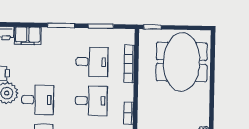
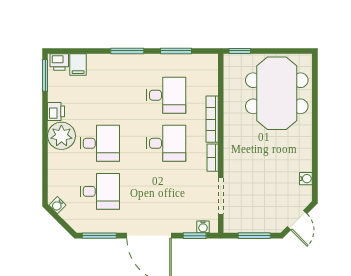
filing cabinet: (28, 36) -> (78, 65), width x0.50
bookcase: (129, 64) -> (212, 119), moved

